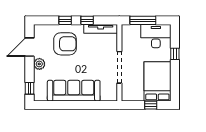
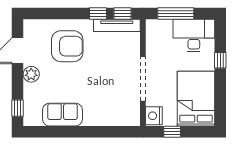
window: (65, 20) -> (122, 13), moved
sofa: (74, 91) -> (62, 115), width x0.54, depth x0.79
nightstand: (127, 94) -> (154, 116), added
window: (151, 105) -> (172, 132), moved

